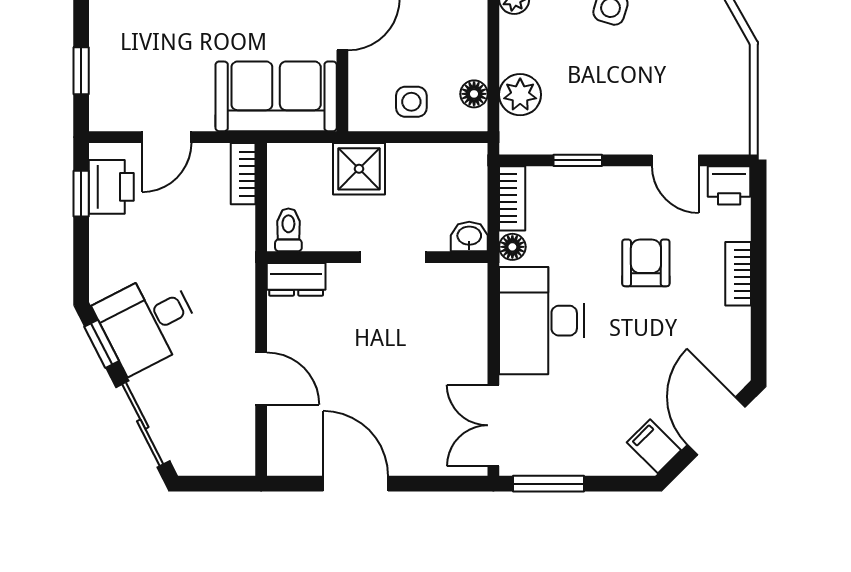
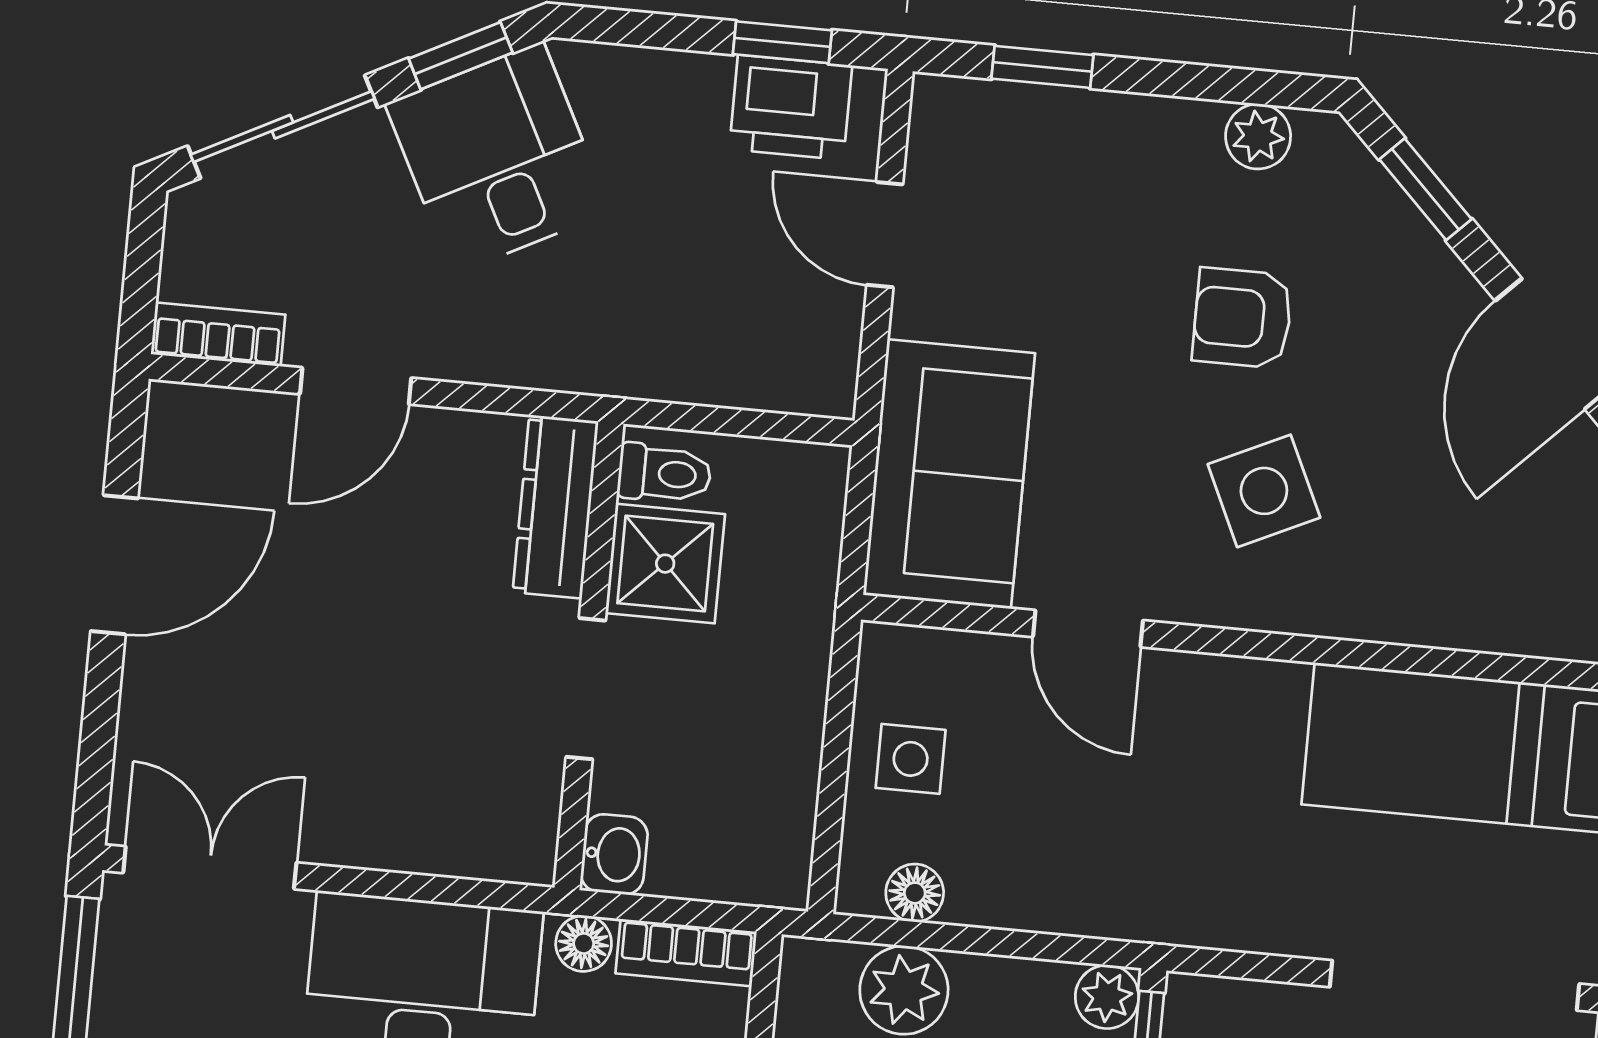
shower: (359, 169) -> (665, 564), moved
bookcase: (243, 174) -> (218, 334), moved
dresser: (296, 279) -> (556, 507), width x1.44

